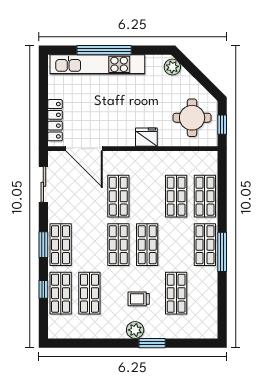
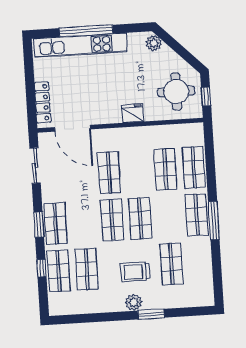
trolley: (139, 299) -> (135, 272), width x1.36, depth x1.39

